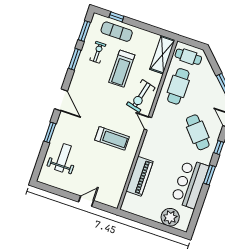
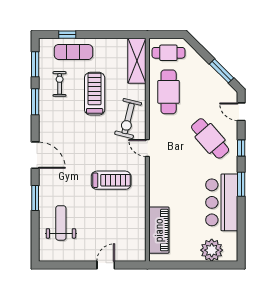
treadmill: (122, 69) -> (95, 94), turned 180
piano: (140, 176) -> (159, 230), moved

